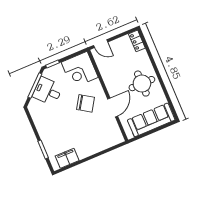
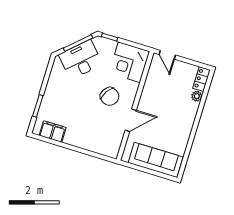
plant: (143, 55) -> (197, 96), added
round table: (142, 84) -> (174, 121), removed
desk: (48, 91) -> (81, 60), width x1.37

